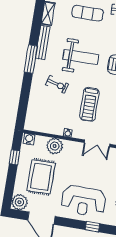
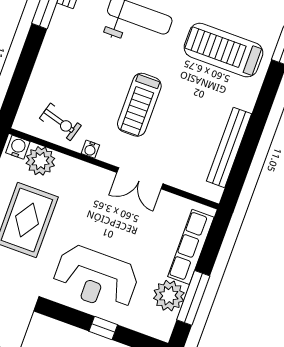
exercise bike: (57, 84) -> (60, 122), moved
plant: (55, 146) -> (40, 161), moved

